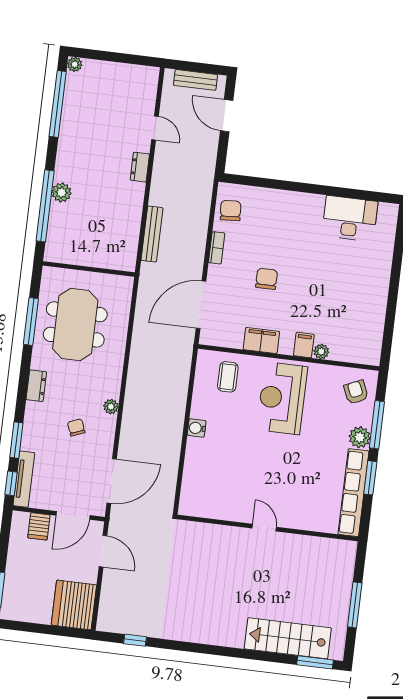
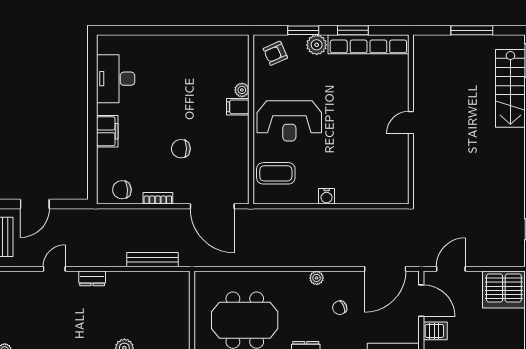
filing cabinet: (261, 340) -> (107, 131), moved, turned 180
coffee table: (228, 377) -> (276, 173), width x1.36, depth x1.30
window: (377, 425) -> (303, 30), width x0.69
door: (112, 481) -> (385, 269), swing flipped

